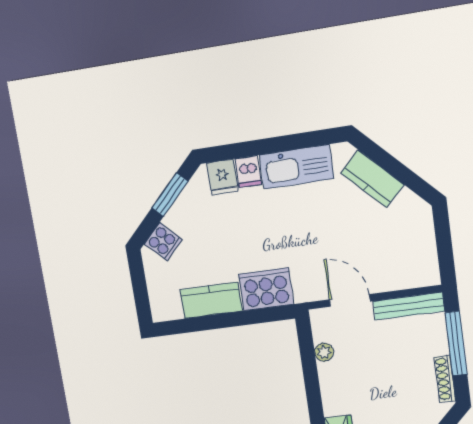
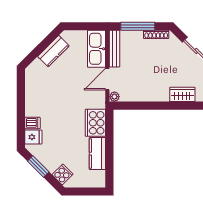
kitchen sink: (296, 167) -> (97, 49), moved, turned 180
kitchen counter: (372, 179) -> (53, 51), moved
plant: (324, 352) -> (114, 97), moved

